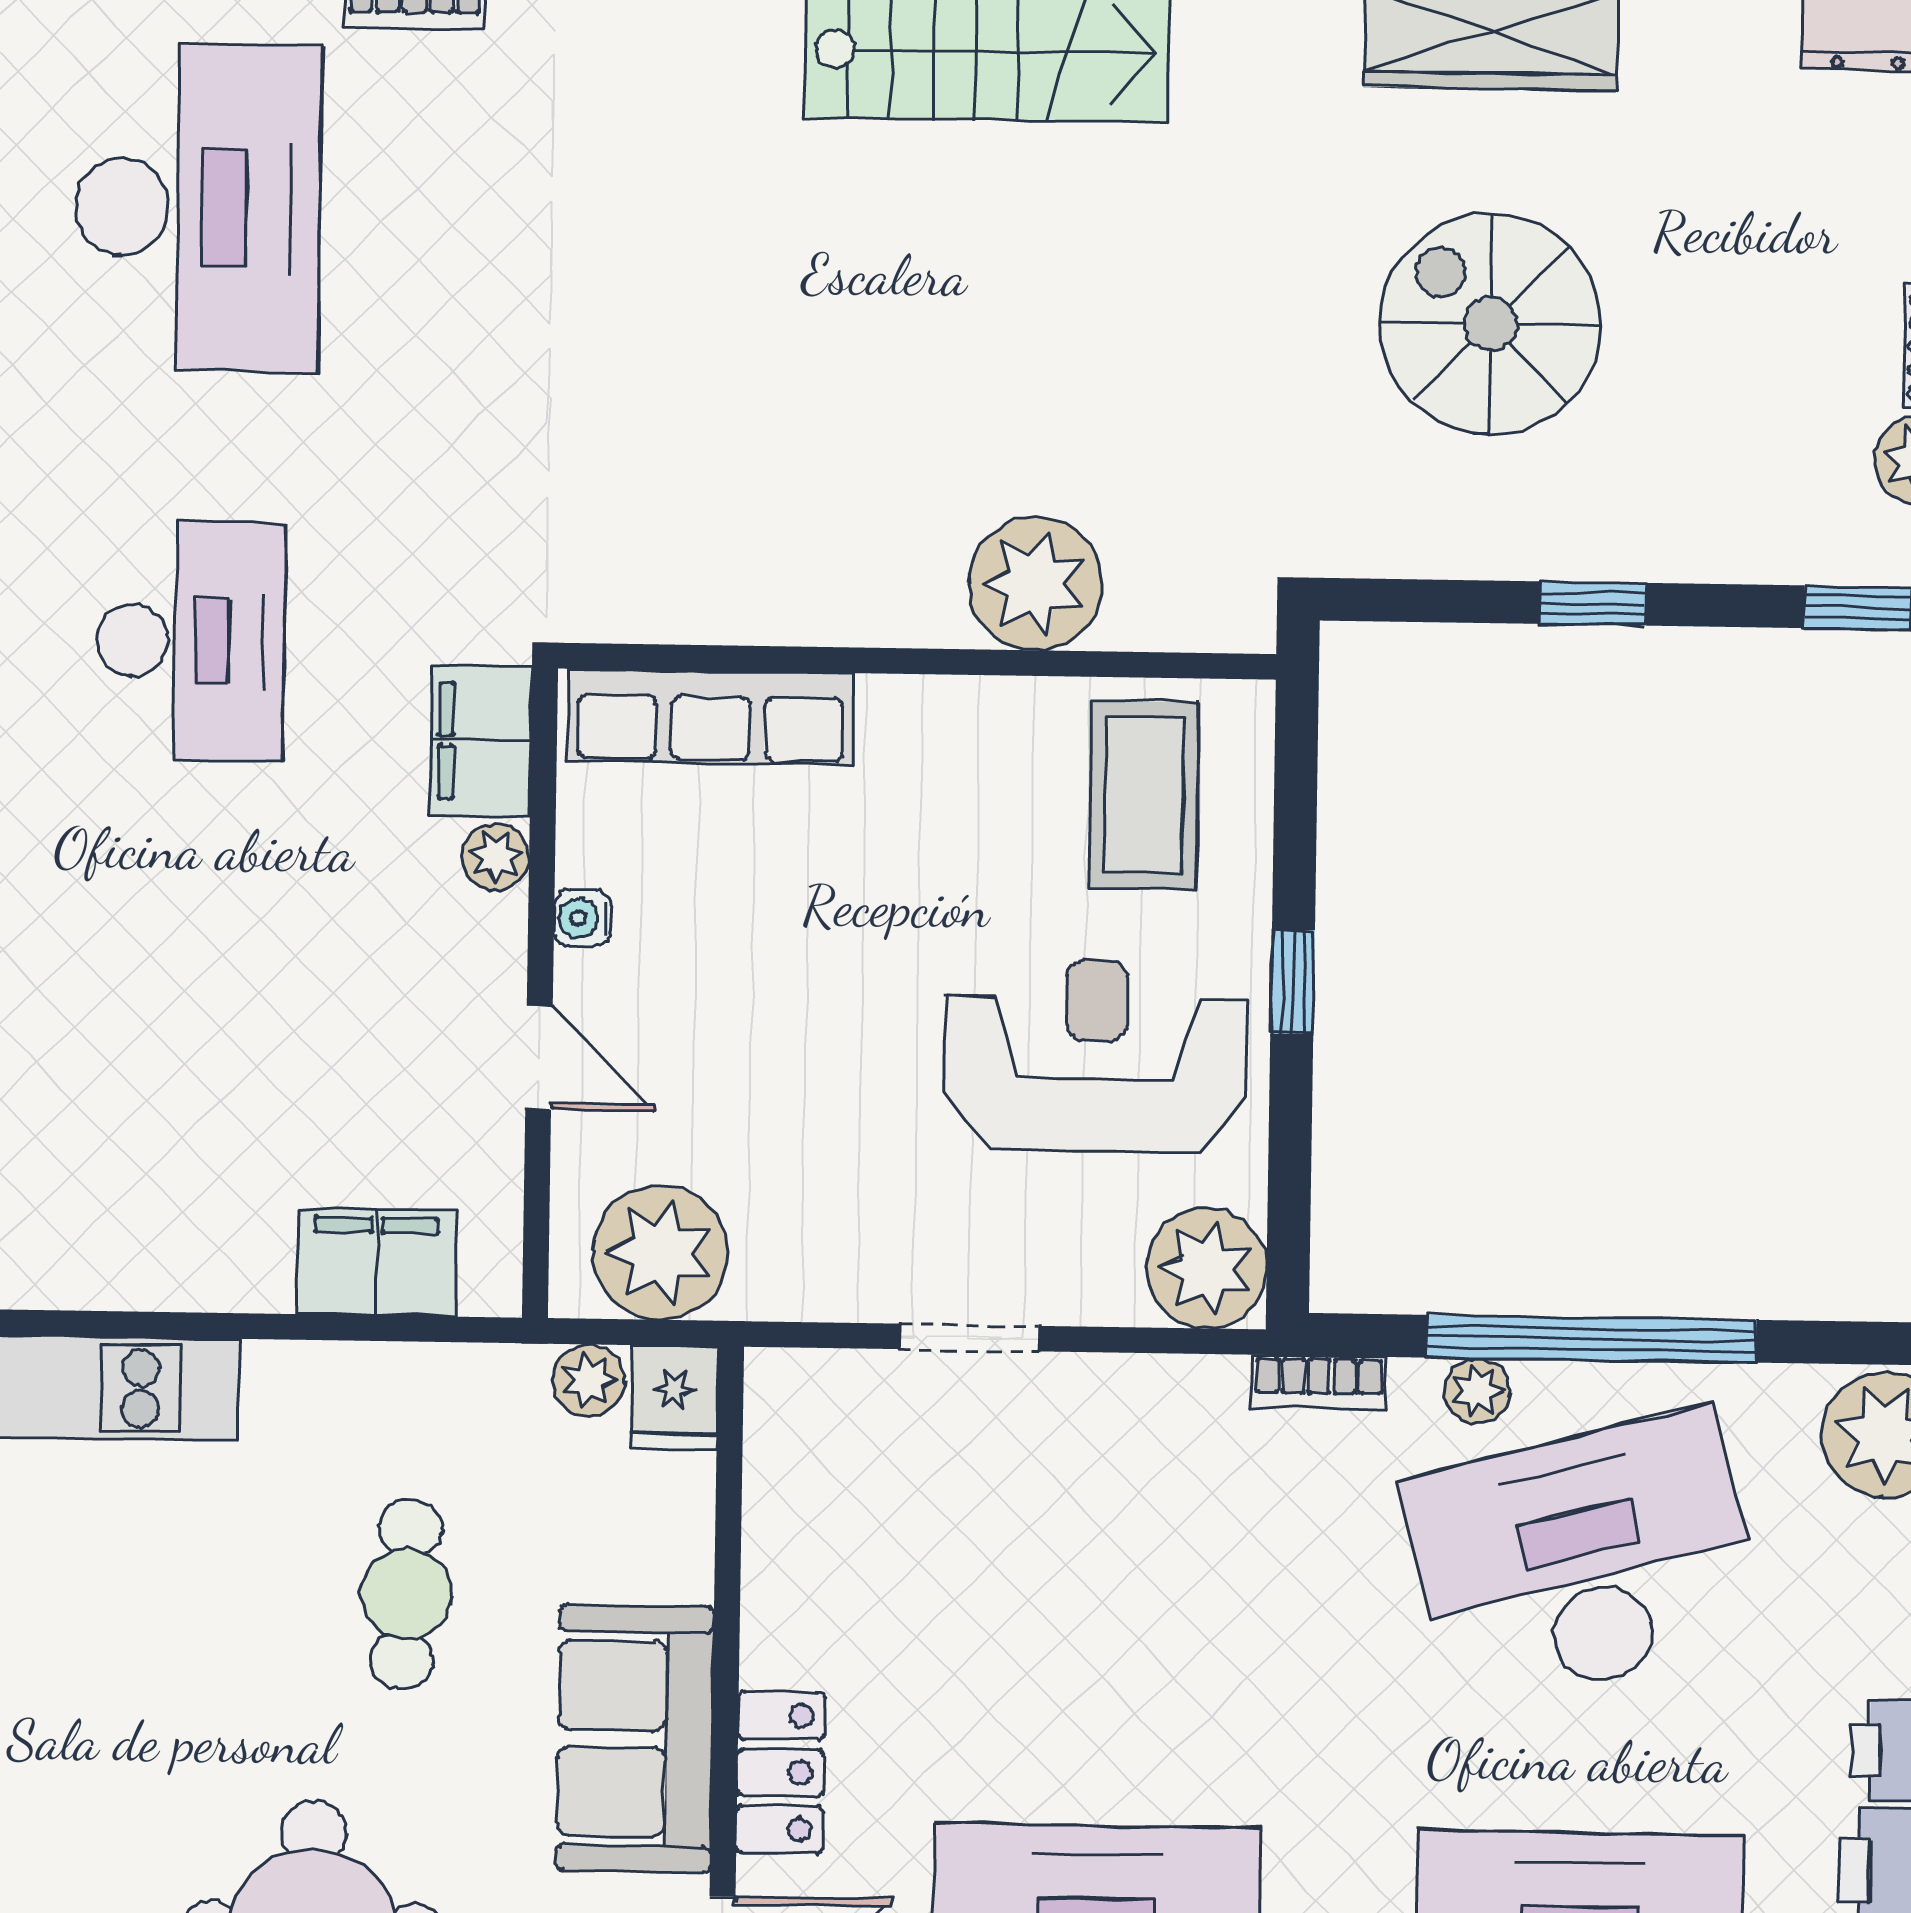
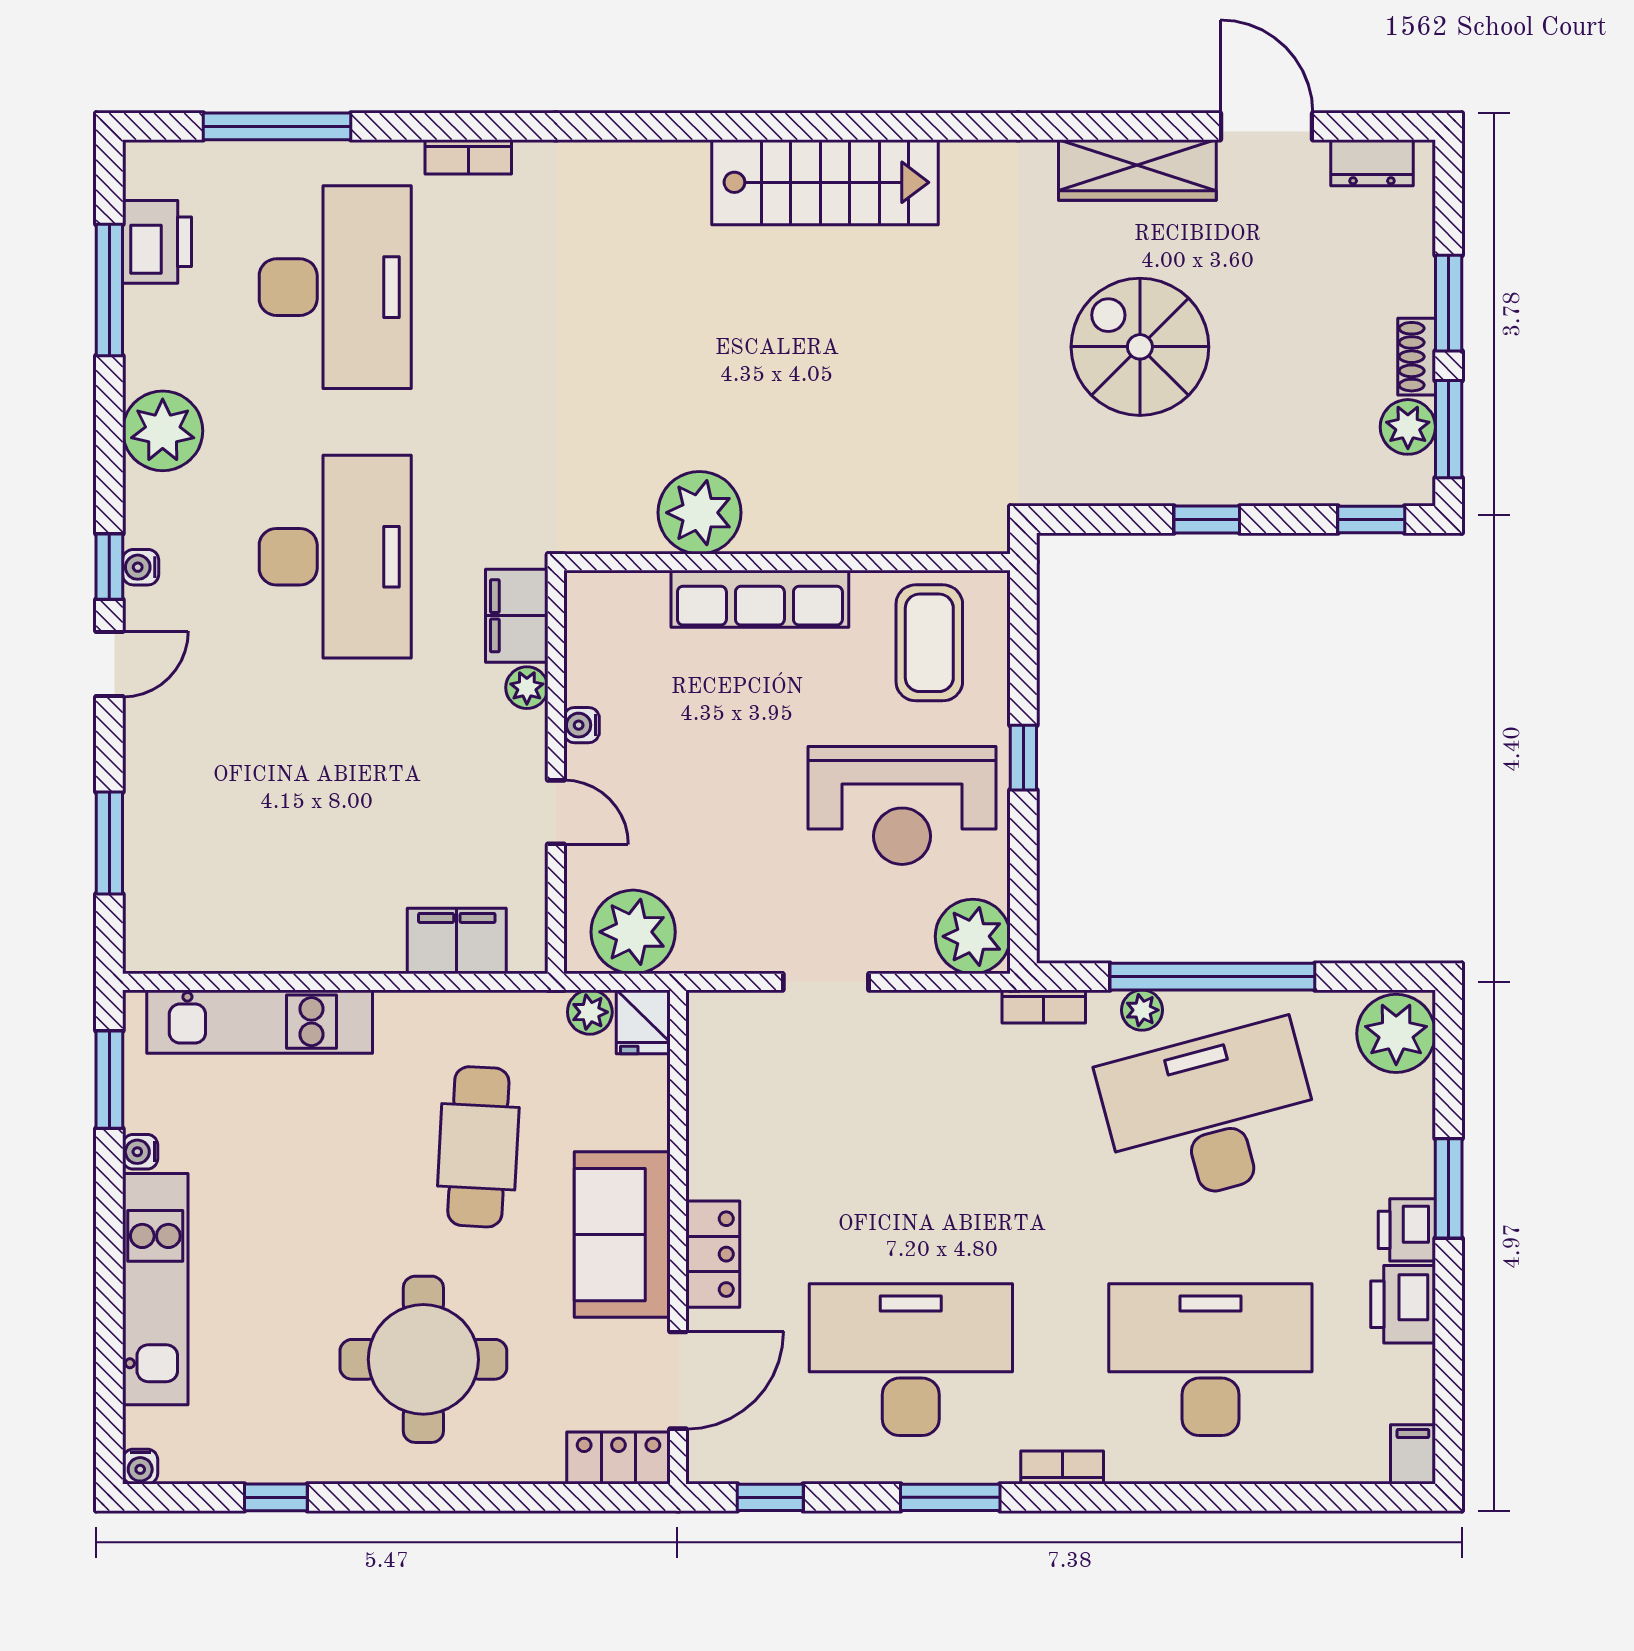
plant: (1035, 584) -> (699, 513), moved
desk: (191, 641) -> (335, 557), width x1.36, depth x1.30
row of seats: (711, 717) -> (760, 599), moved
reception desk: (1096, 1056) -> (902, 805), turned 180
cafe table: (406, 1594) -> (478, 1147), width x1.37, depth x1.35

